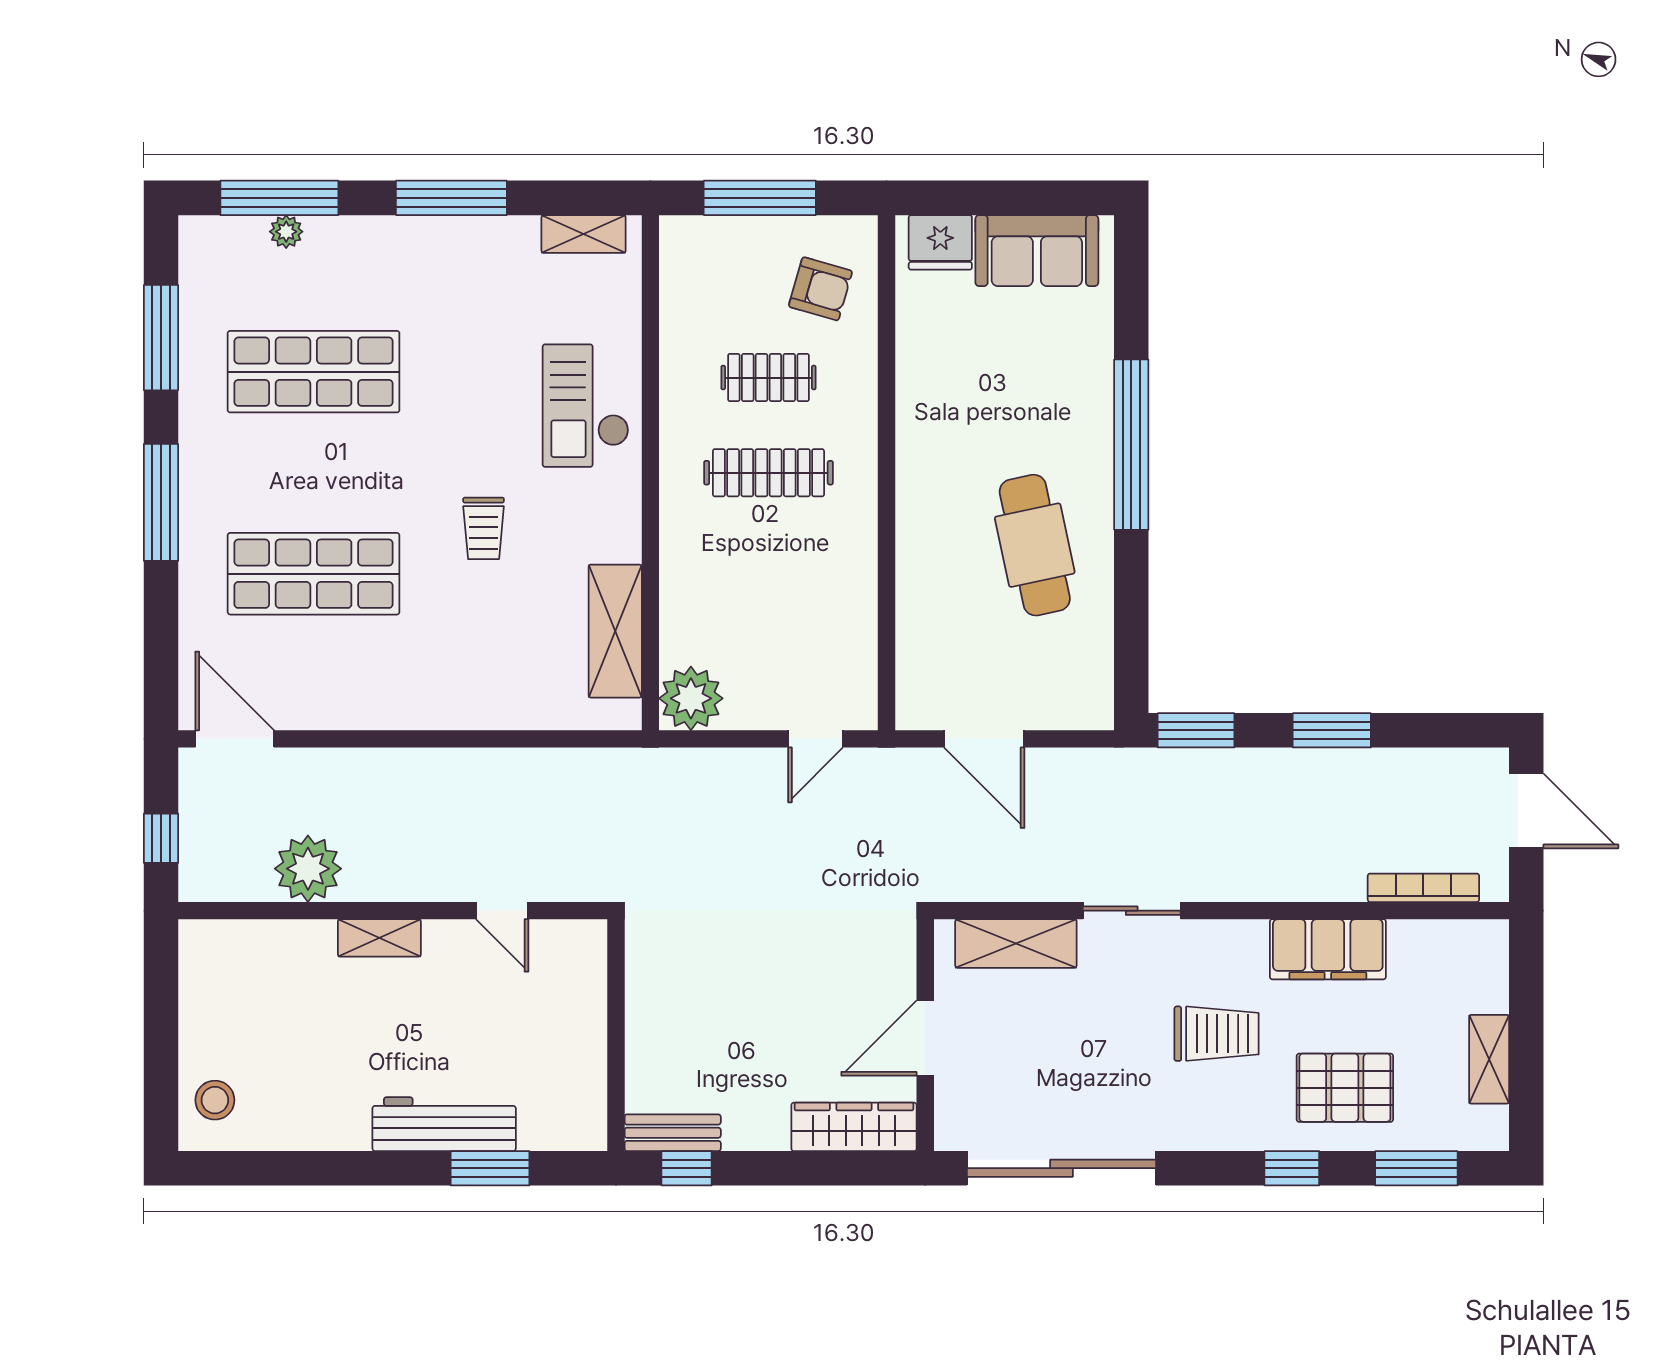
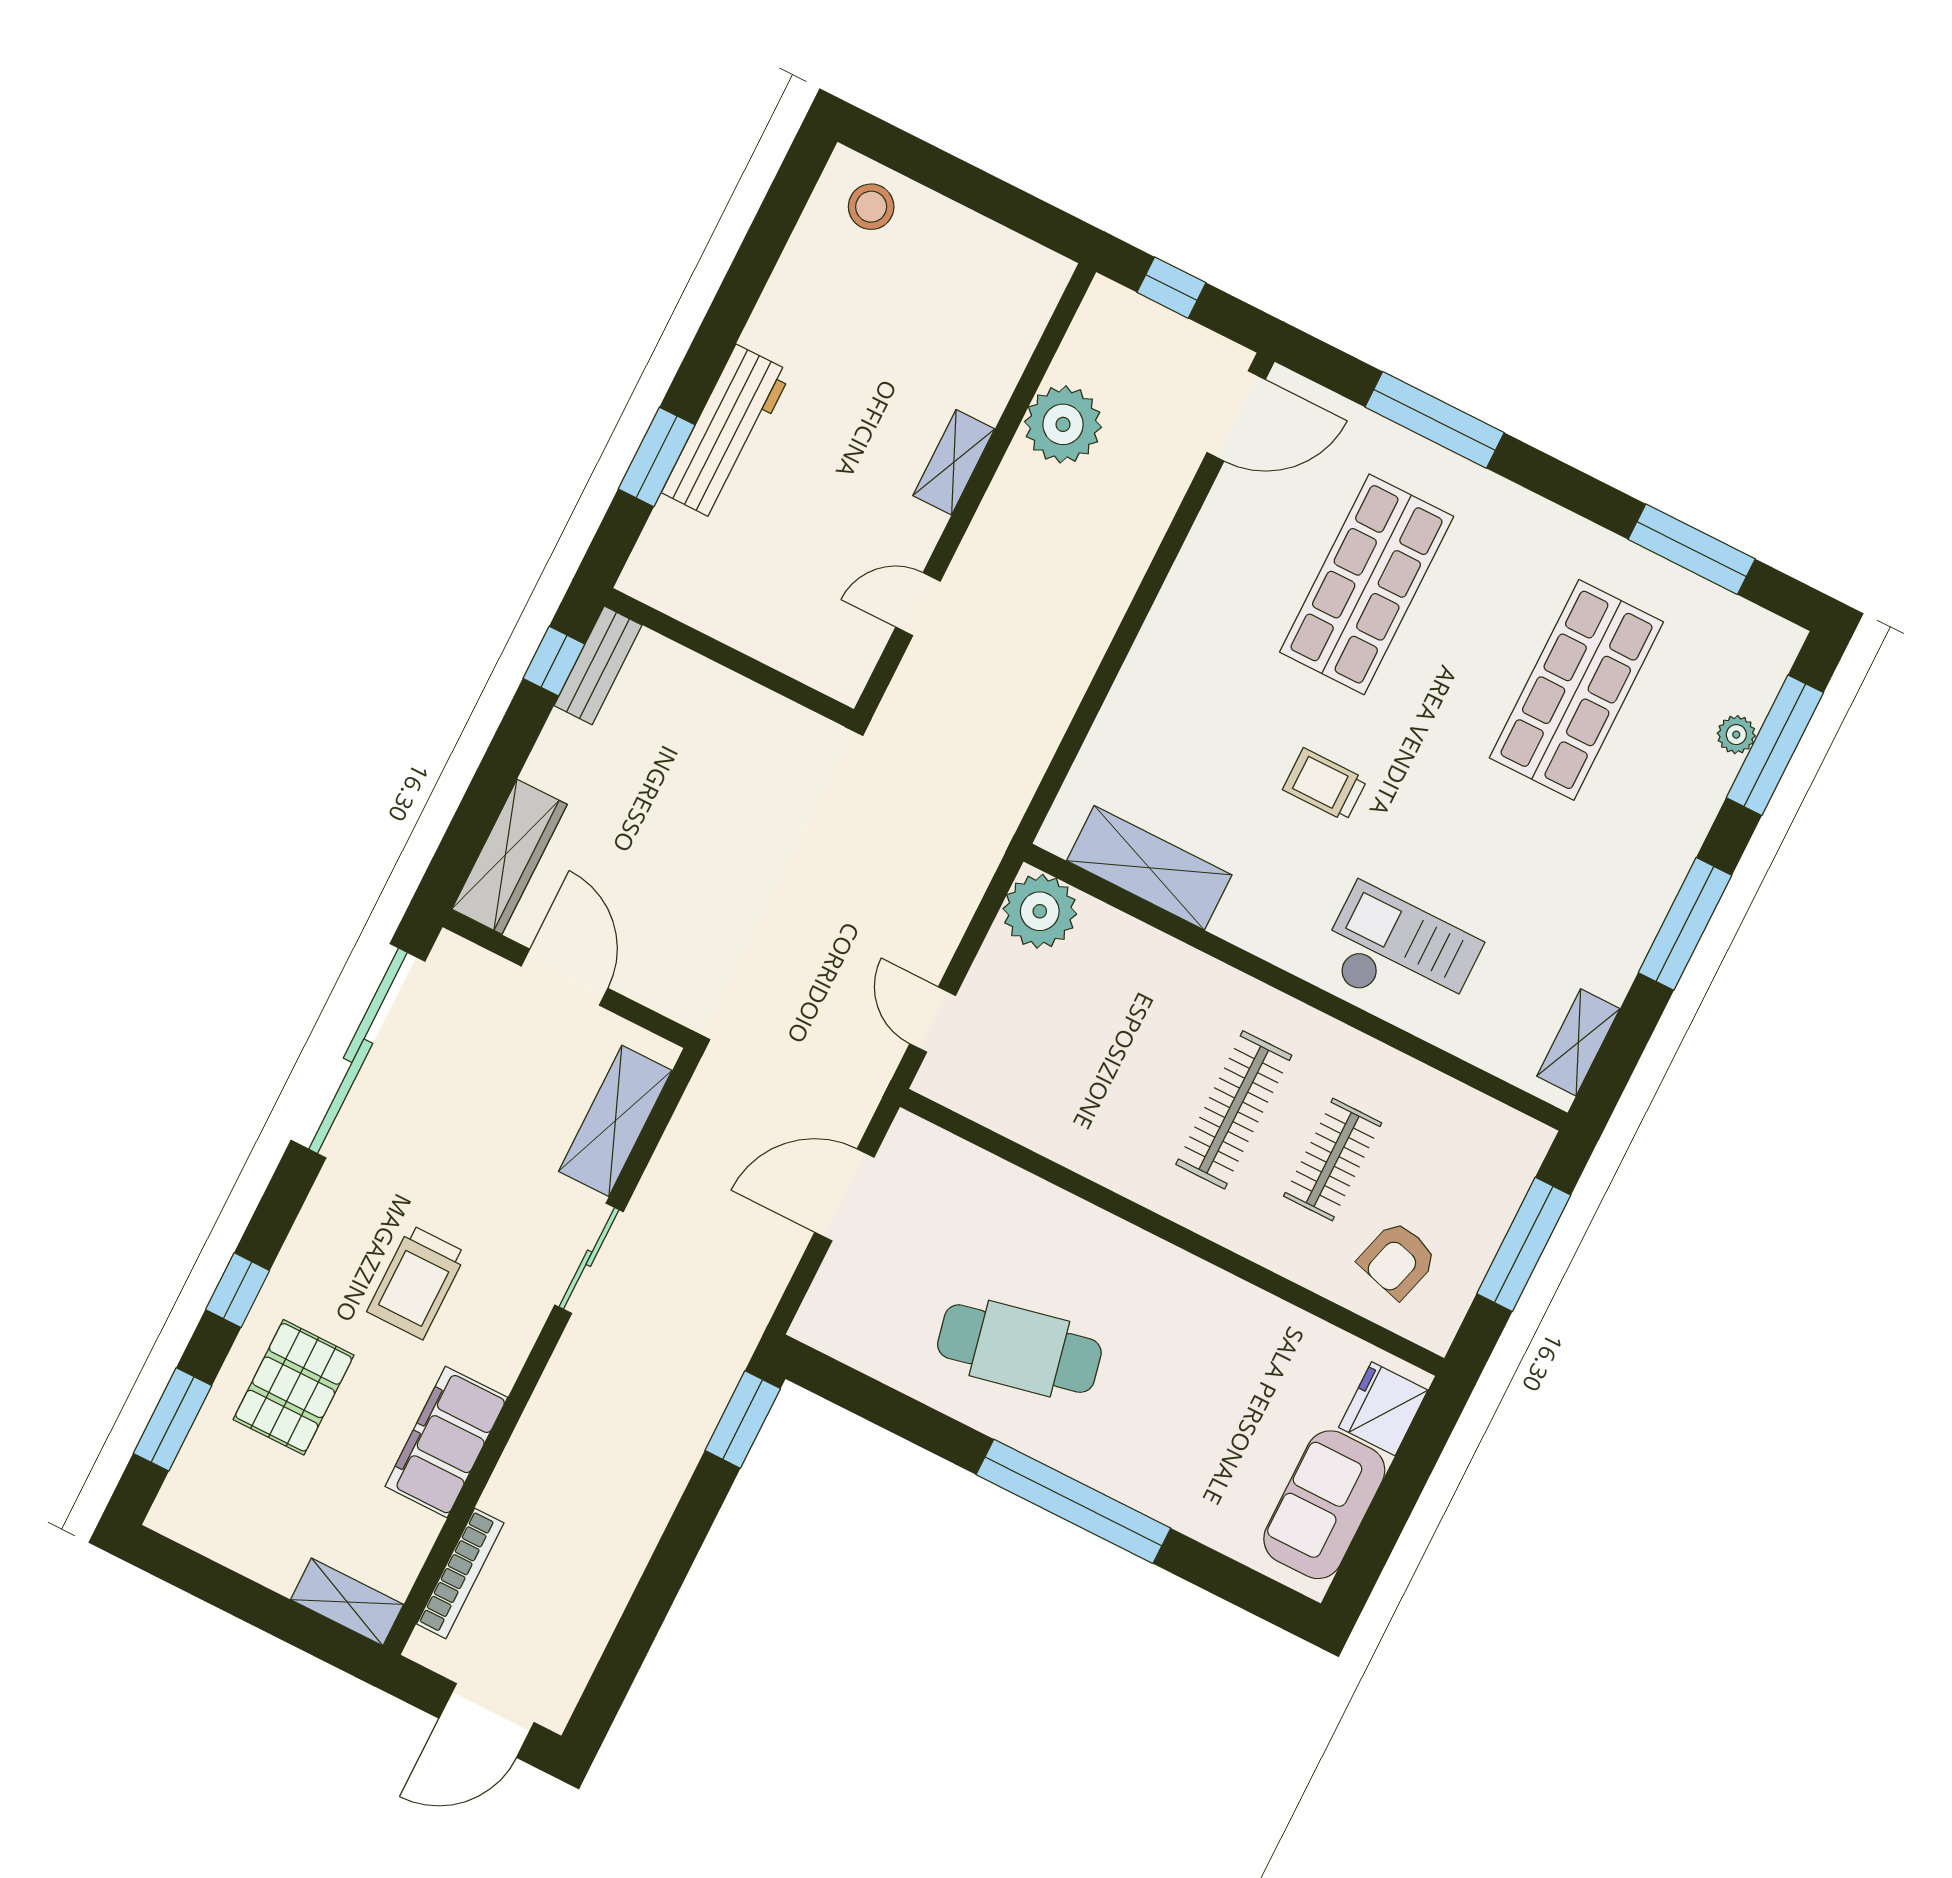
window: (161, 502) -> (1435, 420), moved
window: (1332, 730) -> (672, 1560), removed
shelving: (1489, 1059) -> (347, 1602), moved

